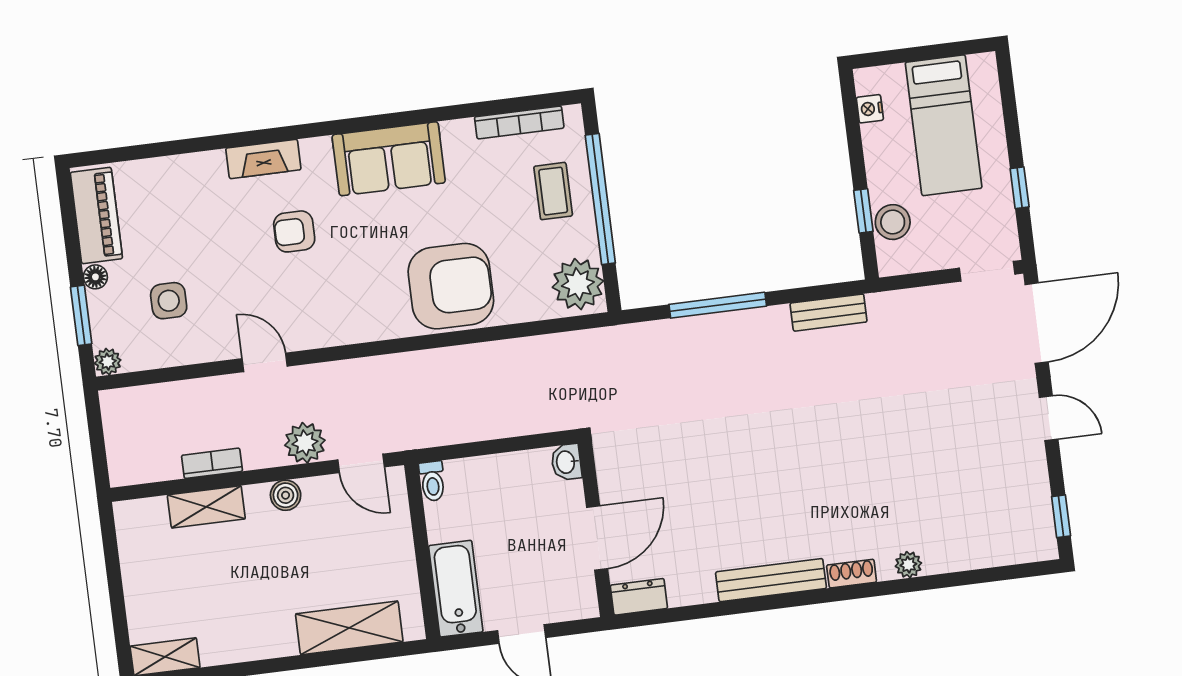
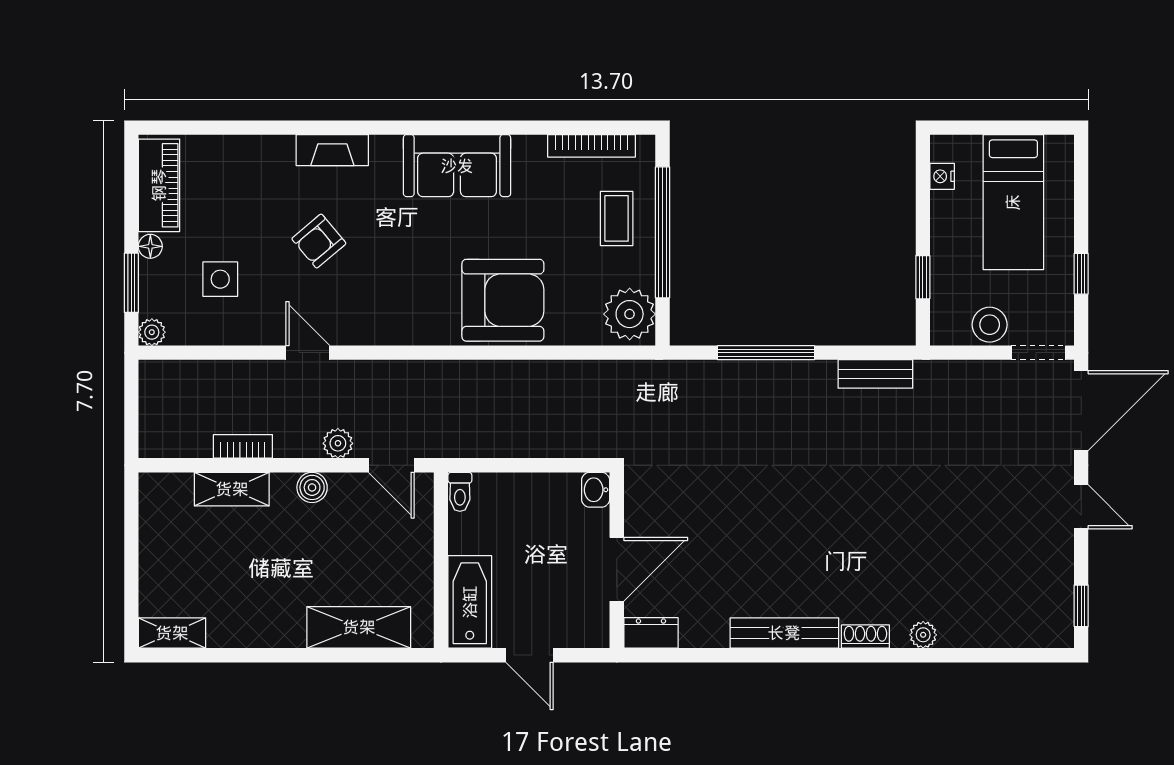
stool: (893, 222) -> (990, 325), moved
armchair: (294, 231) -> (319, 241), moved, turned -40
plant: (305, 443) -> (338, 443), width x0.73, depth x0.73

